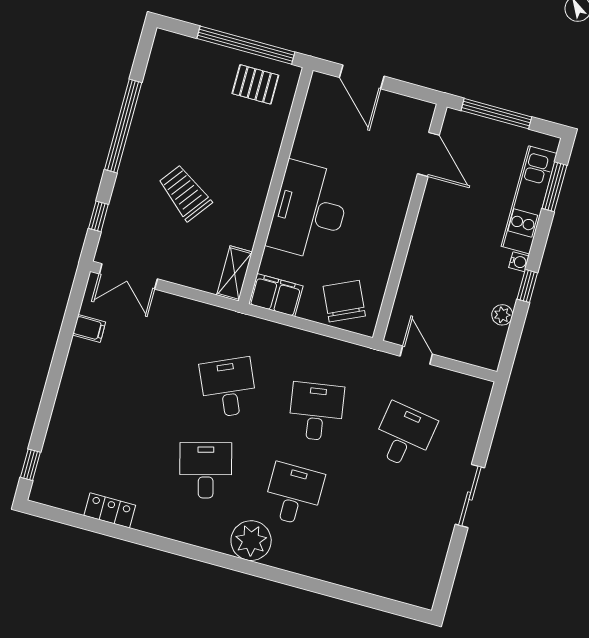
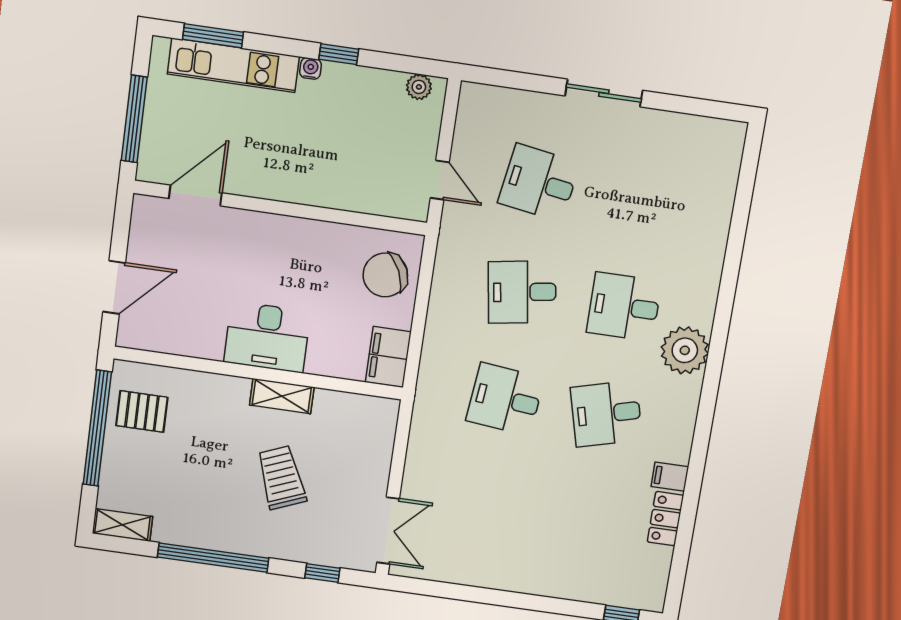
shelving: (161, 54) -> (122, 525), added
pallet: (255, 84) -> (142, 411), turned 90
trolley: (185, 193) -> (281, 478), turned 121
desk: (309, 211) -> (267, 337), width x0.73, depth x0.77
shelving: (235, 274) -> (282, 396), moved
plant: (502, 315) -> (419, 87), moved
filing cabinet: (89, 328) -> (670, 477), moved, turned -90
door: (416, 355) -> (440, 180), swing flipped
desk: (228, 388) -> (505, 399), turned 30

